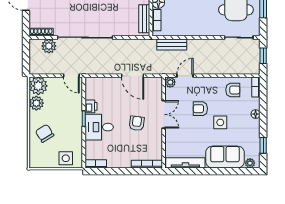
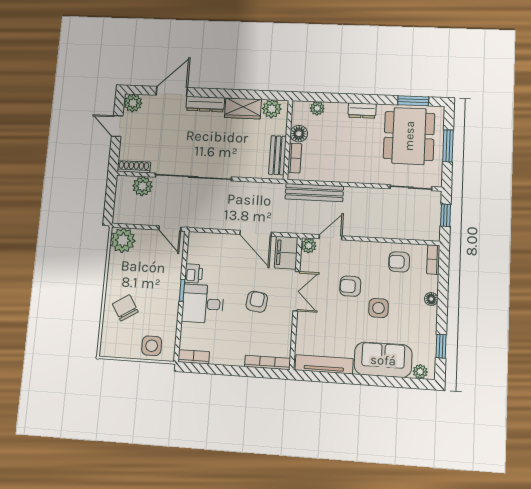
bench: (172, 44) -> (314, 193), width x1.36
filing cabinet: (155, 88) -> (286, 253), added
armchair: (233, 90) -> (399, 262), turned 180
plant: (36, 103) -> (118, 264), removed

